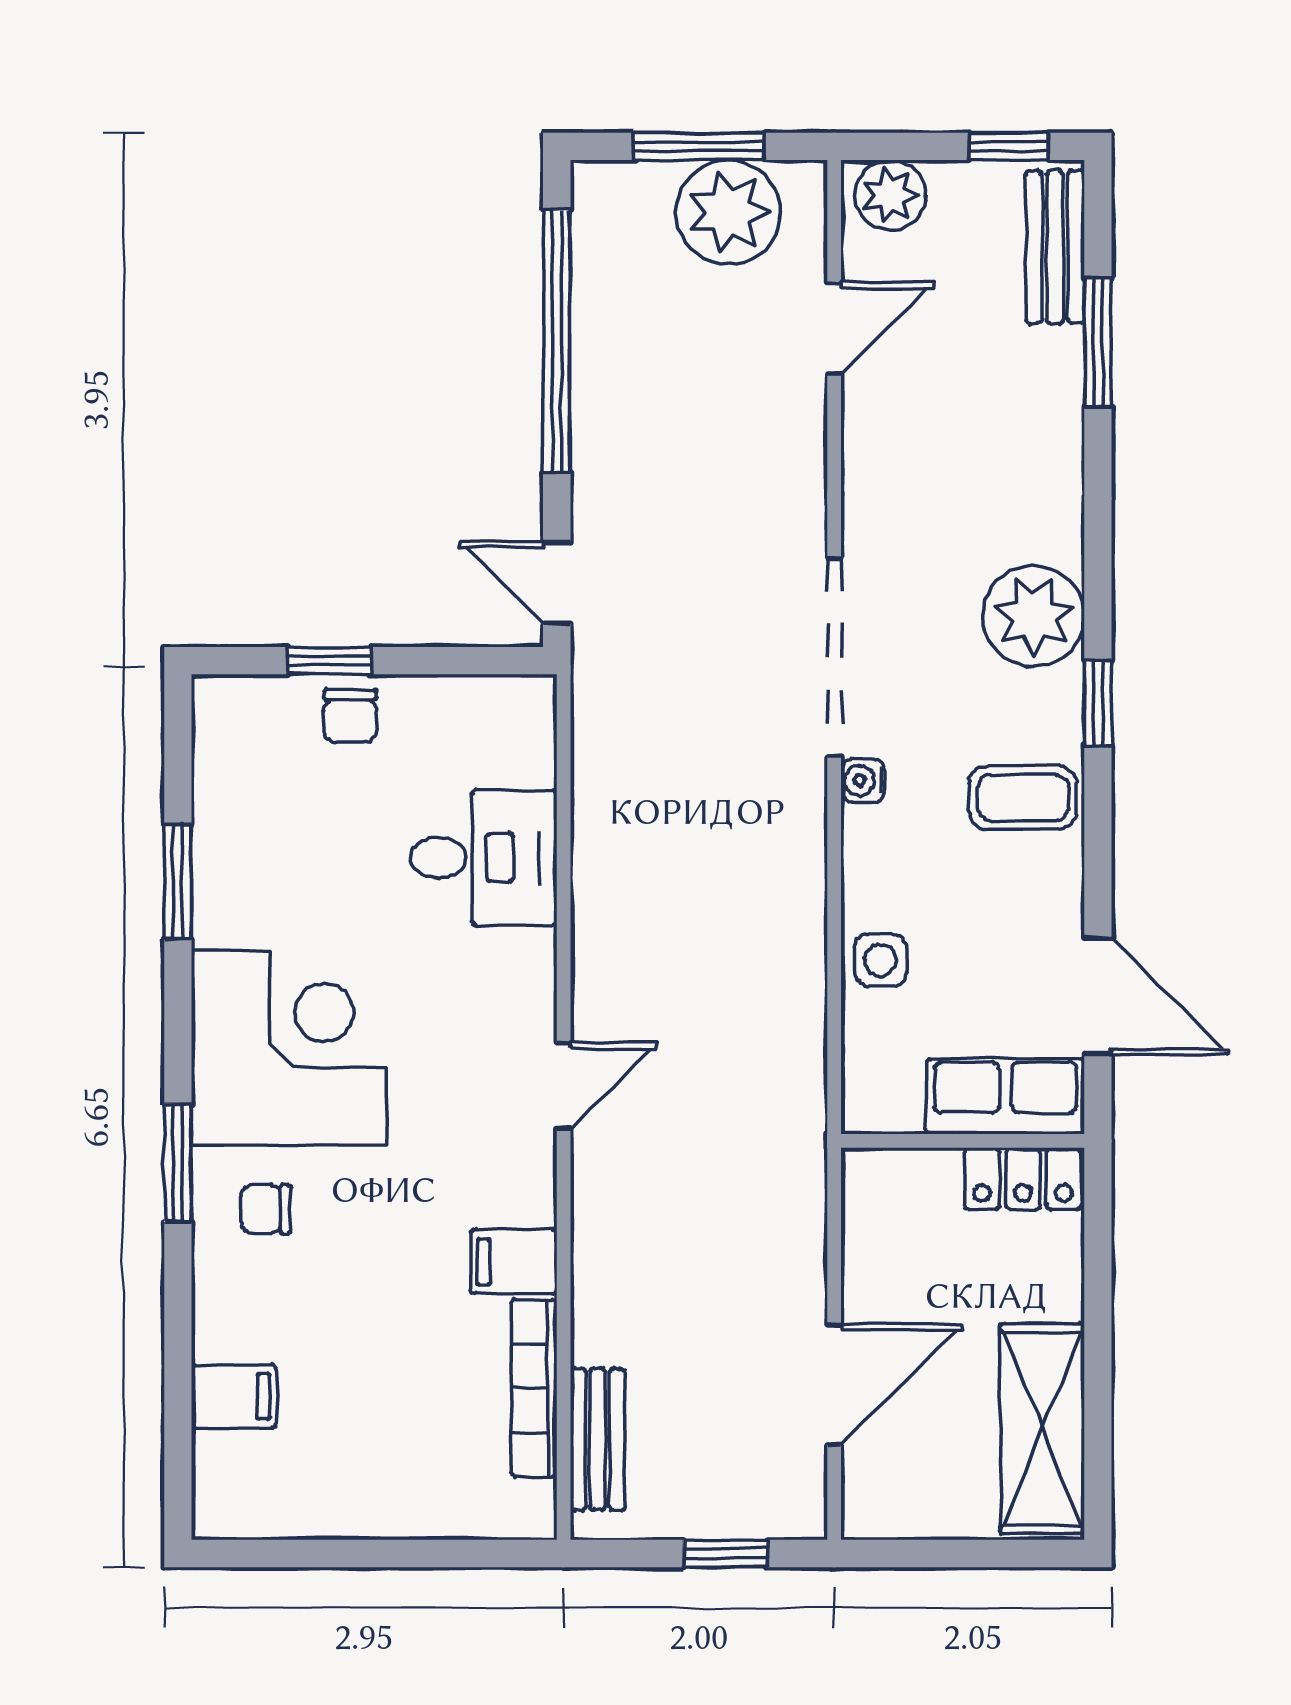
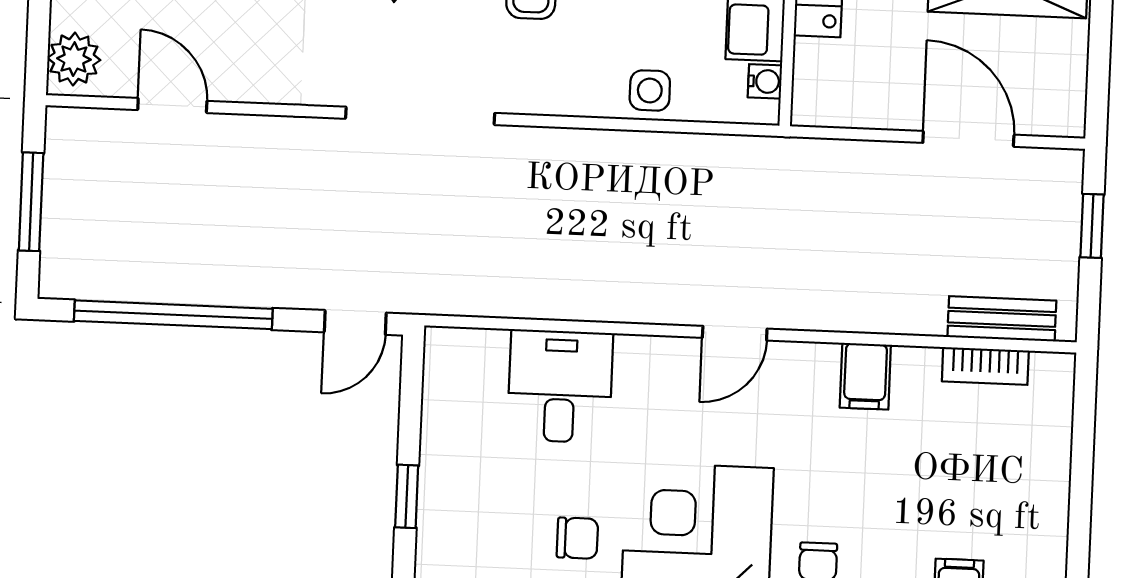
plant: (728, 212) -> (81, 182), removed
chair: (350, 716) -> (577, 538), moved
water cooler: (863, 780) -> (765, 81), moved, turned -90
door: (564, 1086) -> (735, 333), swing flipped
bookcase: (534, 1388) -> (985, 366), width x0.64

